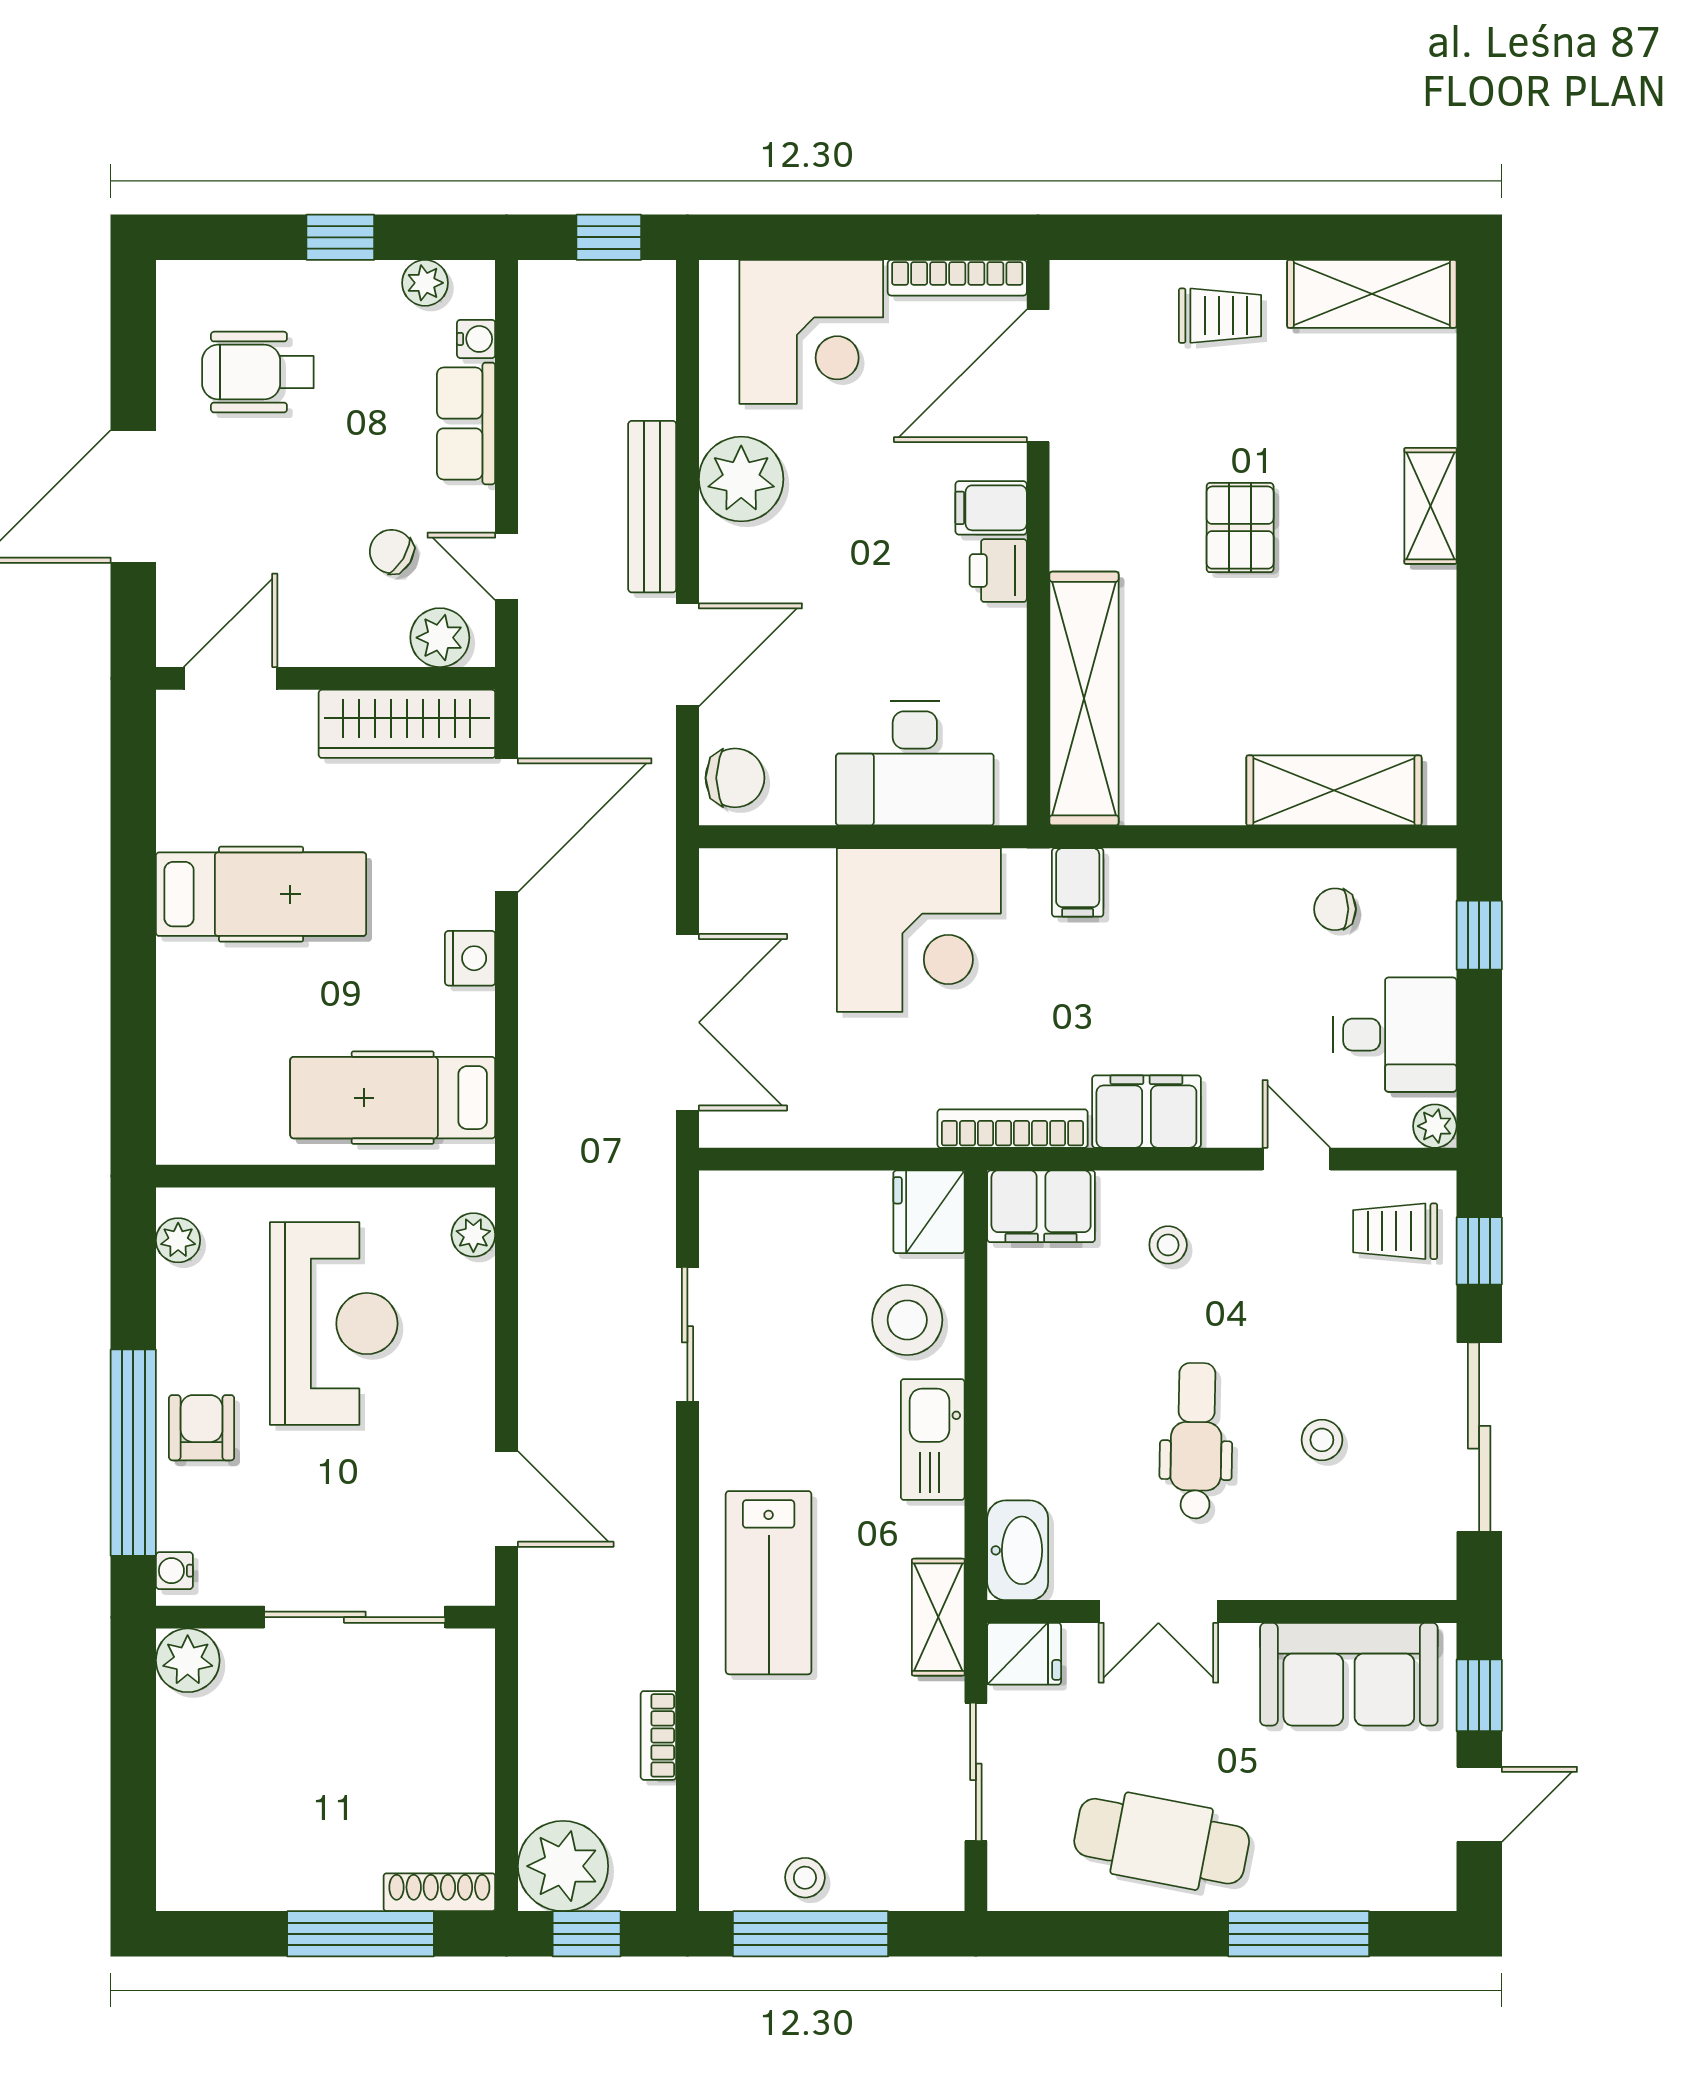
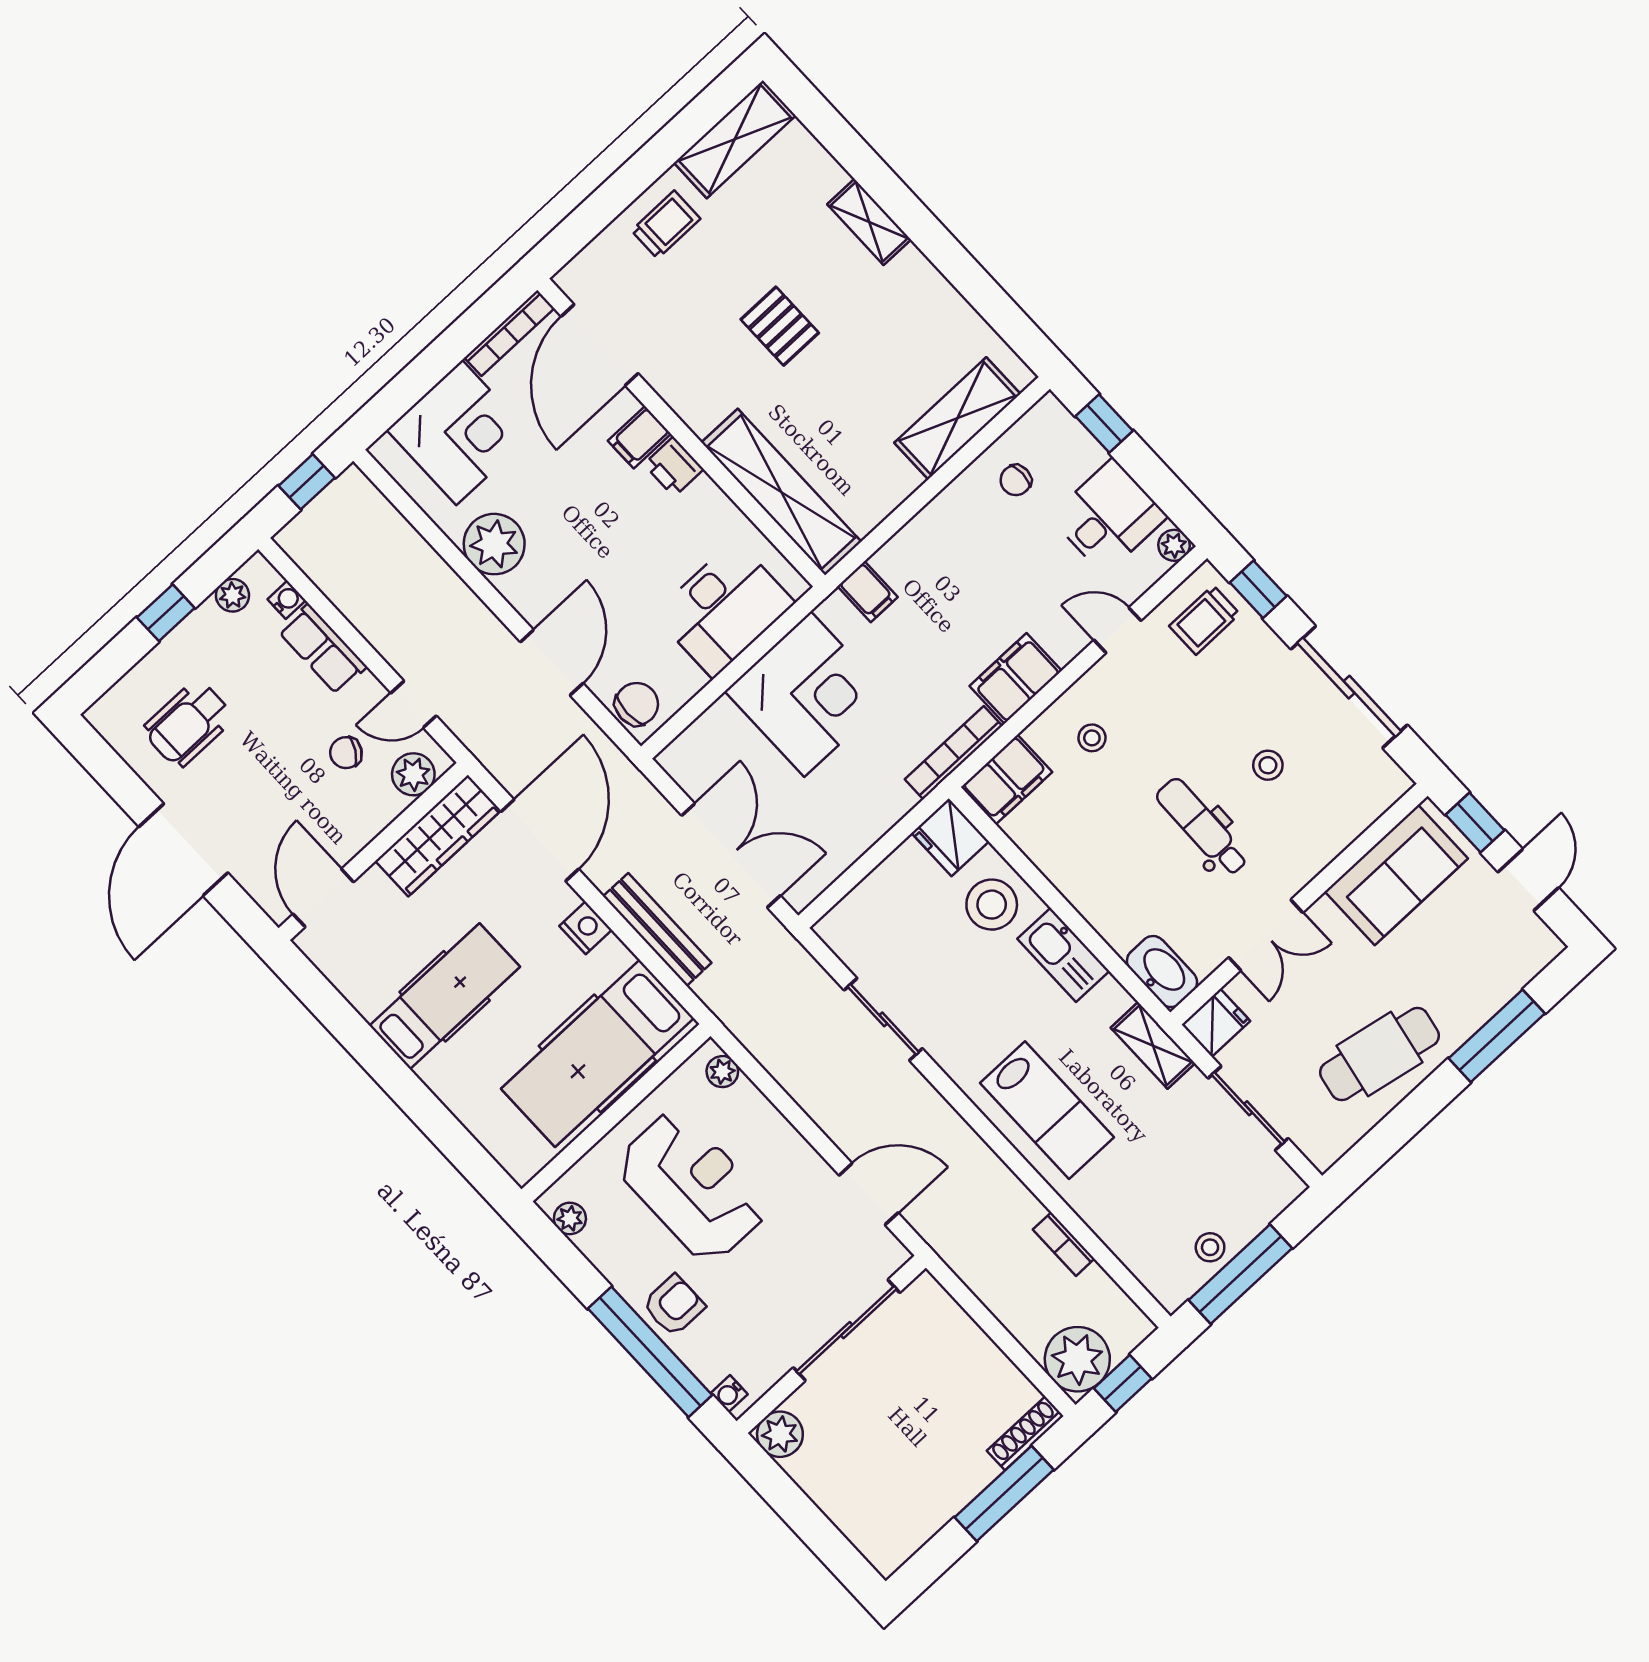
bench: (652, 507) -> (657, 929), moved
hospital bed: (393, 1098) -> (597, 1053), width x1.37, depth x1.29
armchair: (202, 1428) -> (674, 1305), turned 90

